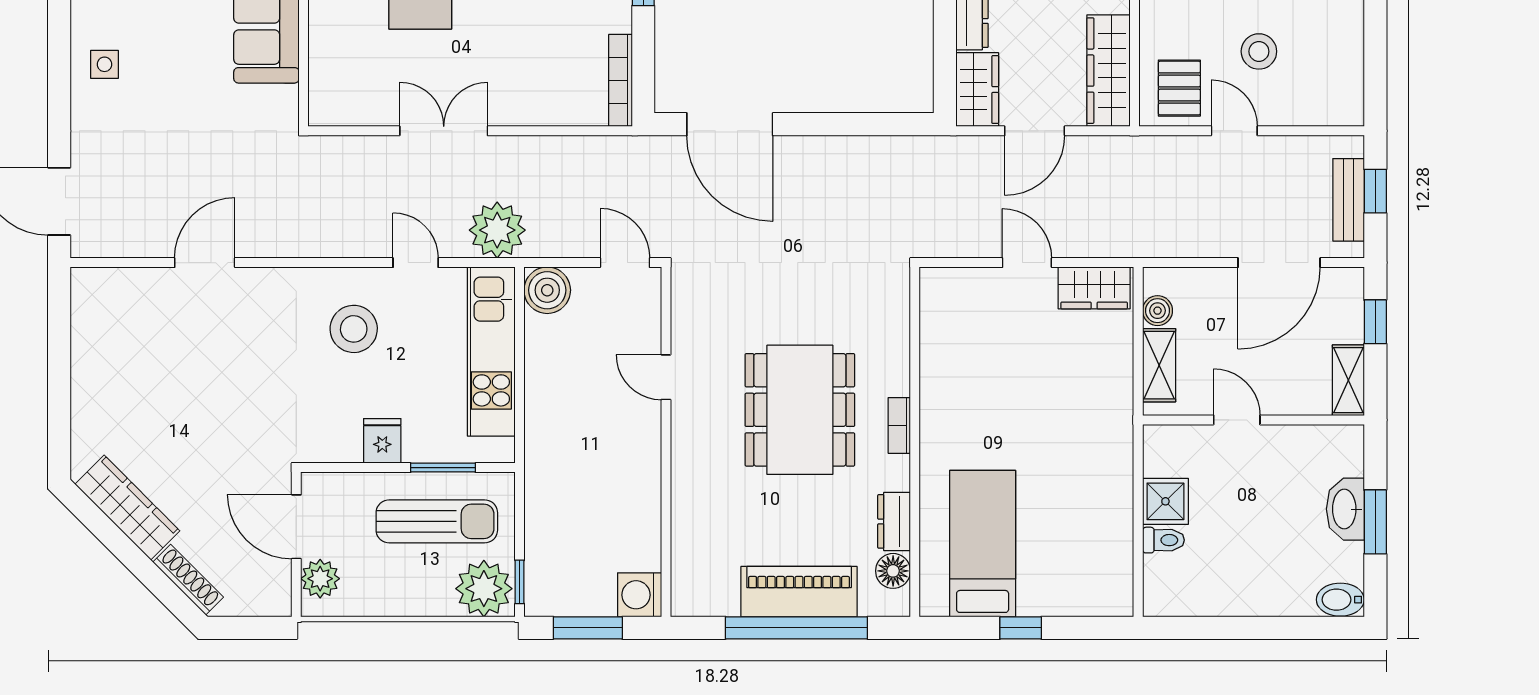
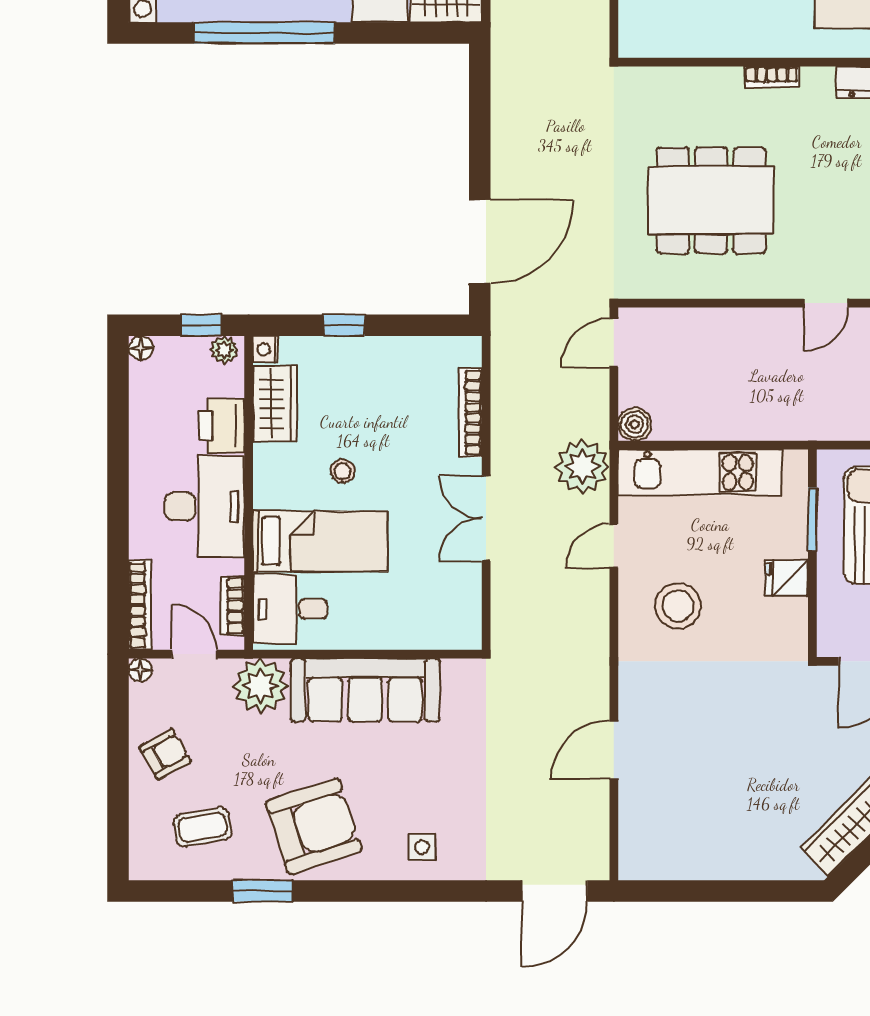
bookcase: (621, 80) -> (471, 412), moved, turned 90
door: (205, 263) -> (614, 750), hinge flipped
boiler: (547, 290) -> (635, 424), width x0.73, depth x0.73
door: (666, 377) -> (826, 303), moved
dining table: (800, 410) -> (711, 200), moved

